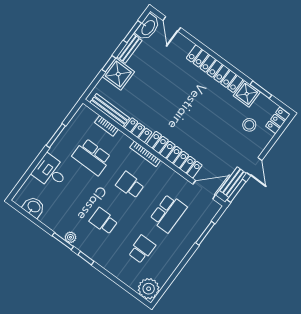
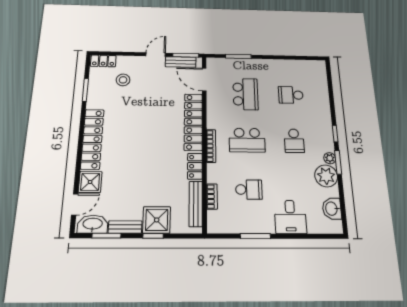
shower: (247, 94) -> (90, 182), moved
school desk: (92, 157) -> (249, 190), width x0.54
school desk: (130, 185) -> (247, 140), width x1.85
school desk: (168, 213) -> (245, 94), turned 90
plant: (149, 289) -> (326, 176), moved

